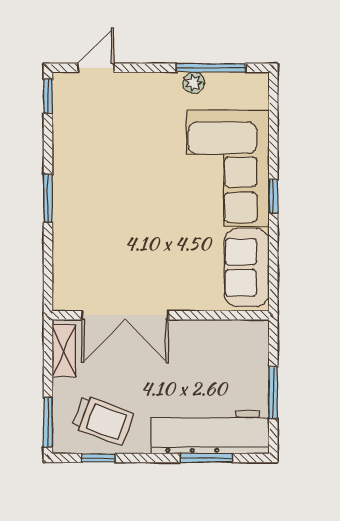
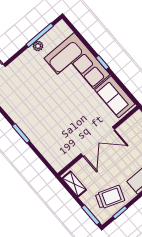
double door: (125, 315) -> (98, 141), moved

